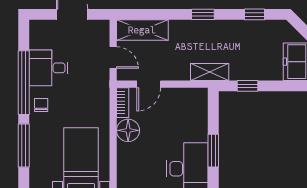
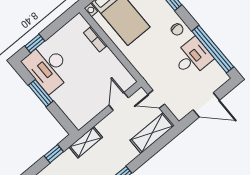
window: (24, 83) -> (213, 49), moved
bookcase: (123, 103) -> (95, 39), moved
floor lamp: (128, 130) -> (107, 60), removed

